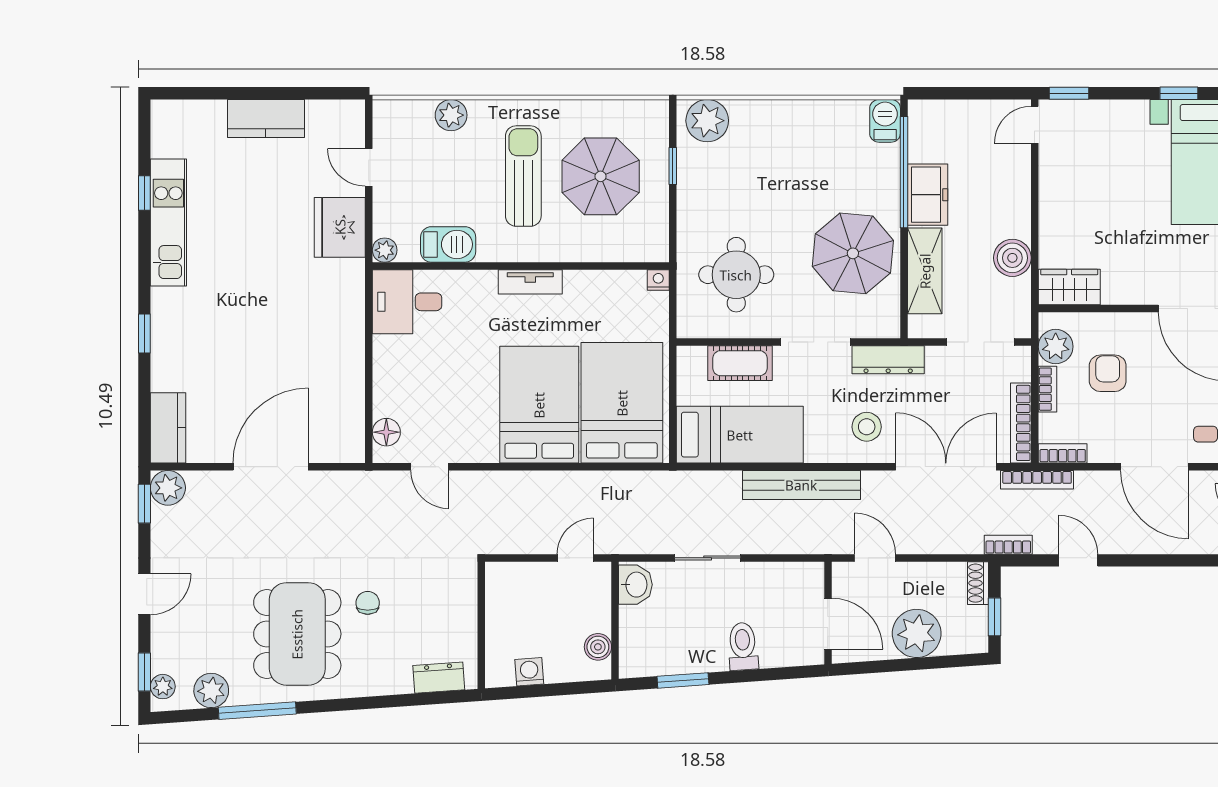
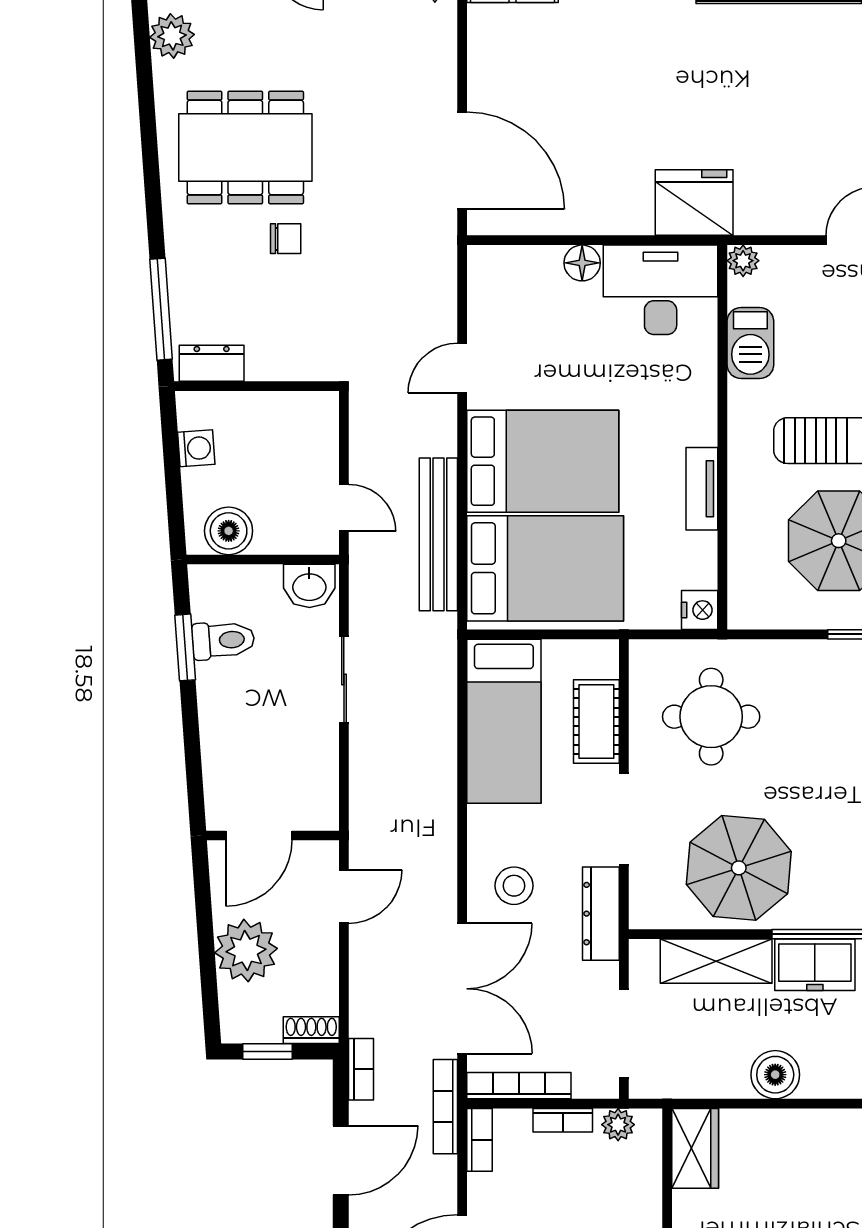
fridge: (340, 227) -> (694, 203), moved
boiler: (1012, 258) -> (775, 1075), moved
nightstand: (658, 280) -> (700, 610), width x1.39, depth x1.35
tv unit: (530, 282) -> (702, 489), moved
desk: (407, 302) -> (661, 290), width x1.37
plant: (1056, 347) -> (618, 1125), width x0.73, depth x0.73
armchair: (1108, 373) -> (583, 1198), removed
floor lamp: (386, 432) -> (582, 263), moved
door: (271, 467) -> (462, 161), moved
door: (430, 467) -> (462, 368), moved
bench: (801, 485) -> (438, 534), moved
door: (1078, 560) -> (341, 1160), width x1.38
toilet: (743, 646) -> (223, 640), moved
boiler: (598, 647) -> (229, 531), width x1.36, depth x1.36
dresser: (439, 678) -> (212, 363), moved, turned -86
window: (257, 711) -> (161, 309), moved

